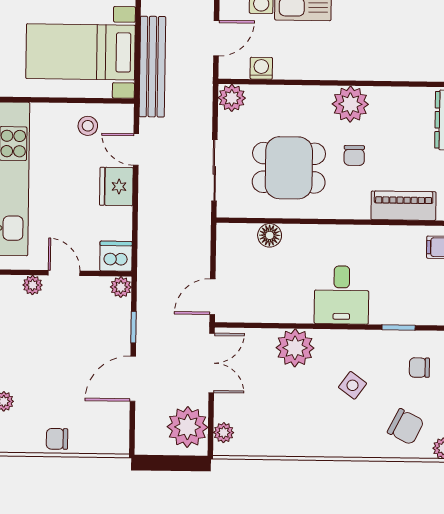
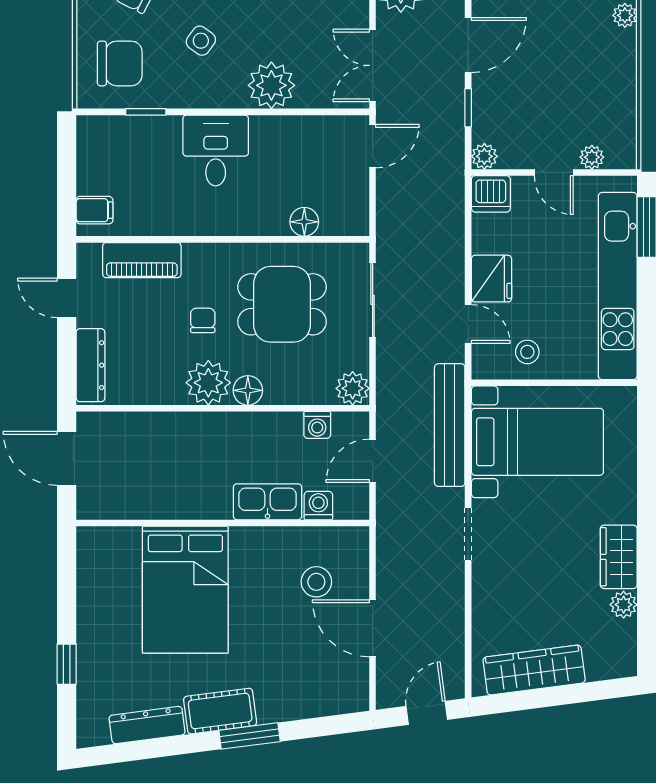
floor lamp: (318, 97) -> (248, 390), added
chair: (419, 368) -> (120, 63), width x1.87, depth x1.87

